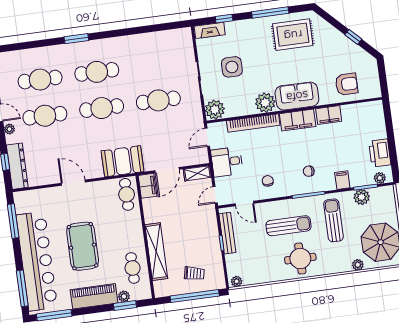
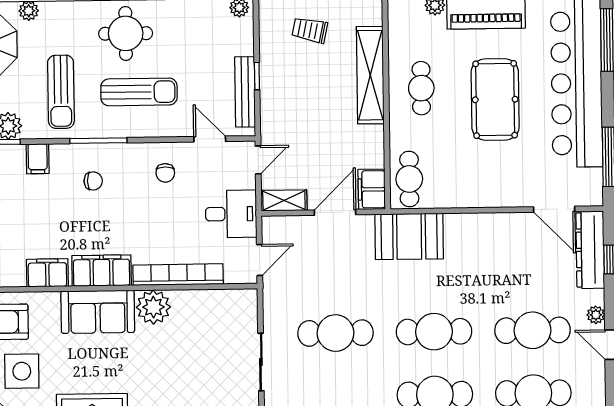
side table: (232, 67) -> (22, 371), moved
plant: (215, 110) -> (241, 306), removed
door: (73, 183) -> (554, 209), moved
sun lounger: (289, 226) -> (139, 92), turned 180
cafe table: (133, 268) -> (421, 88), moved

